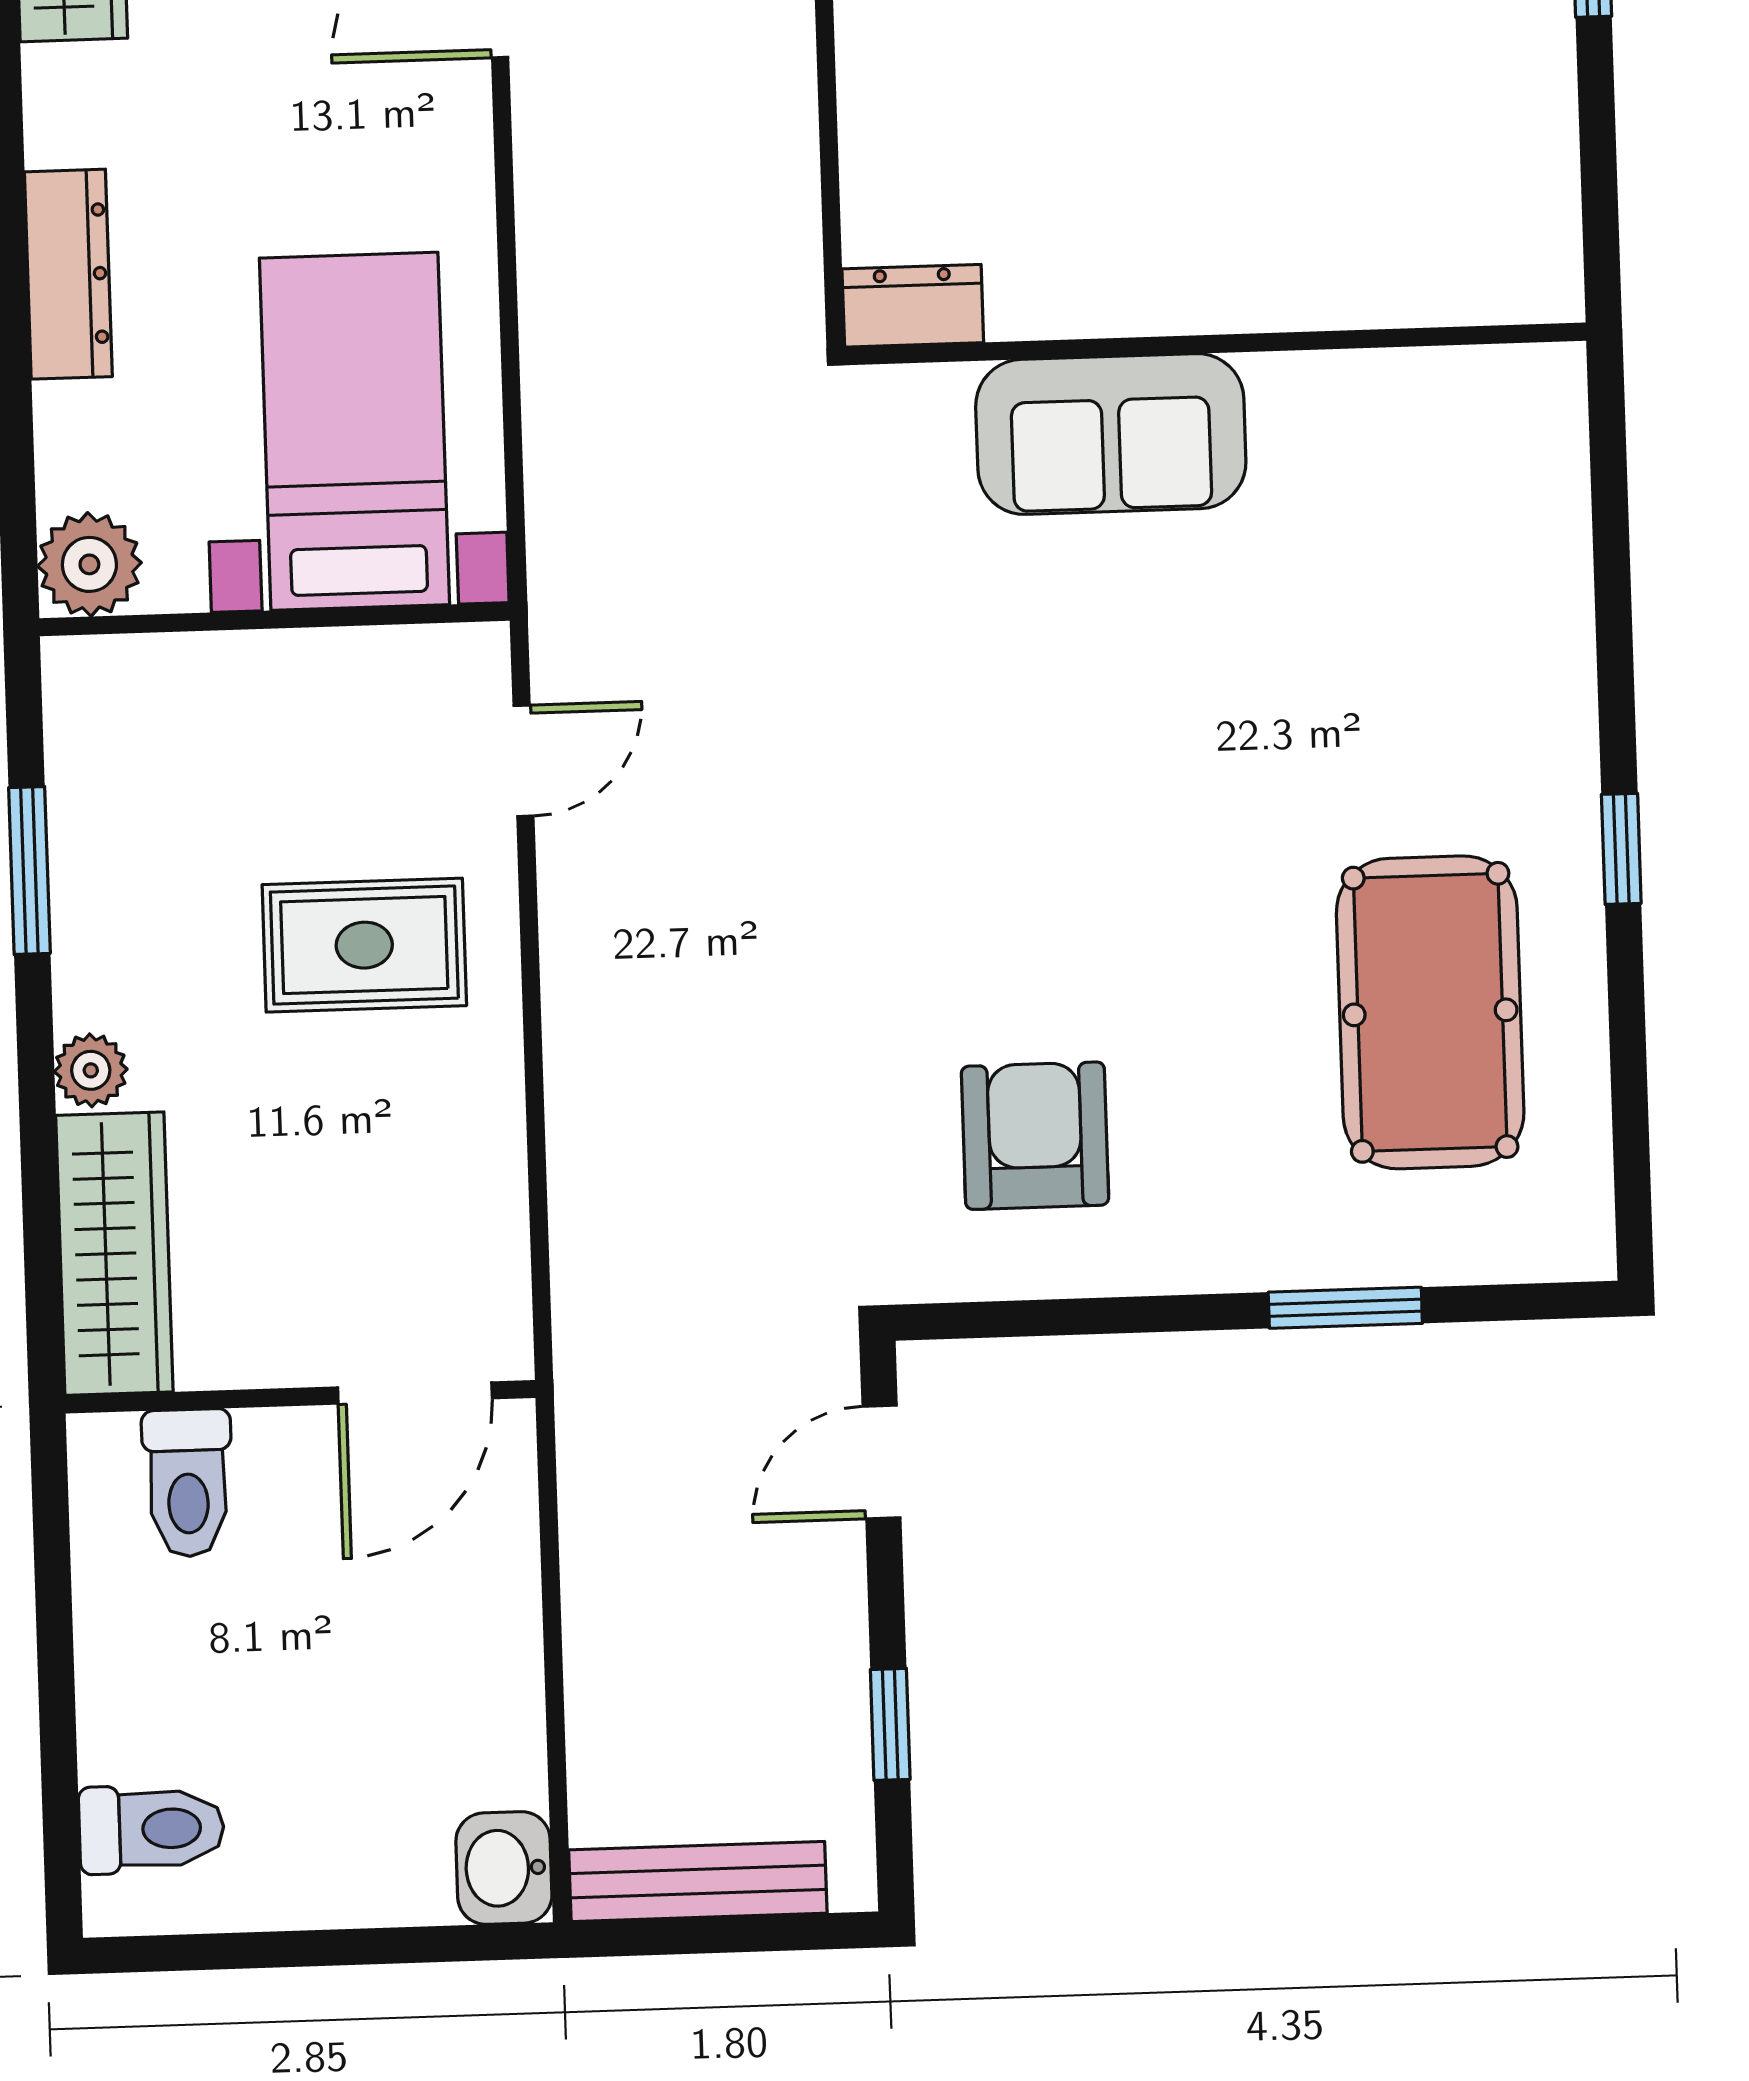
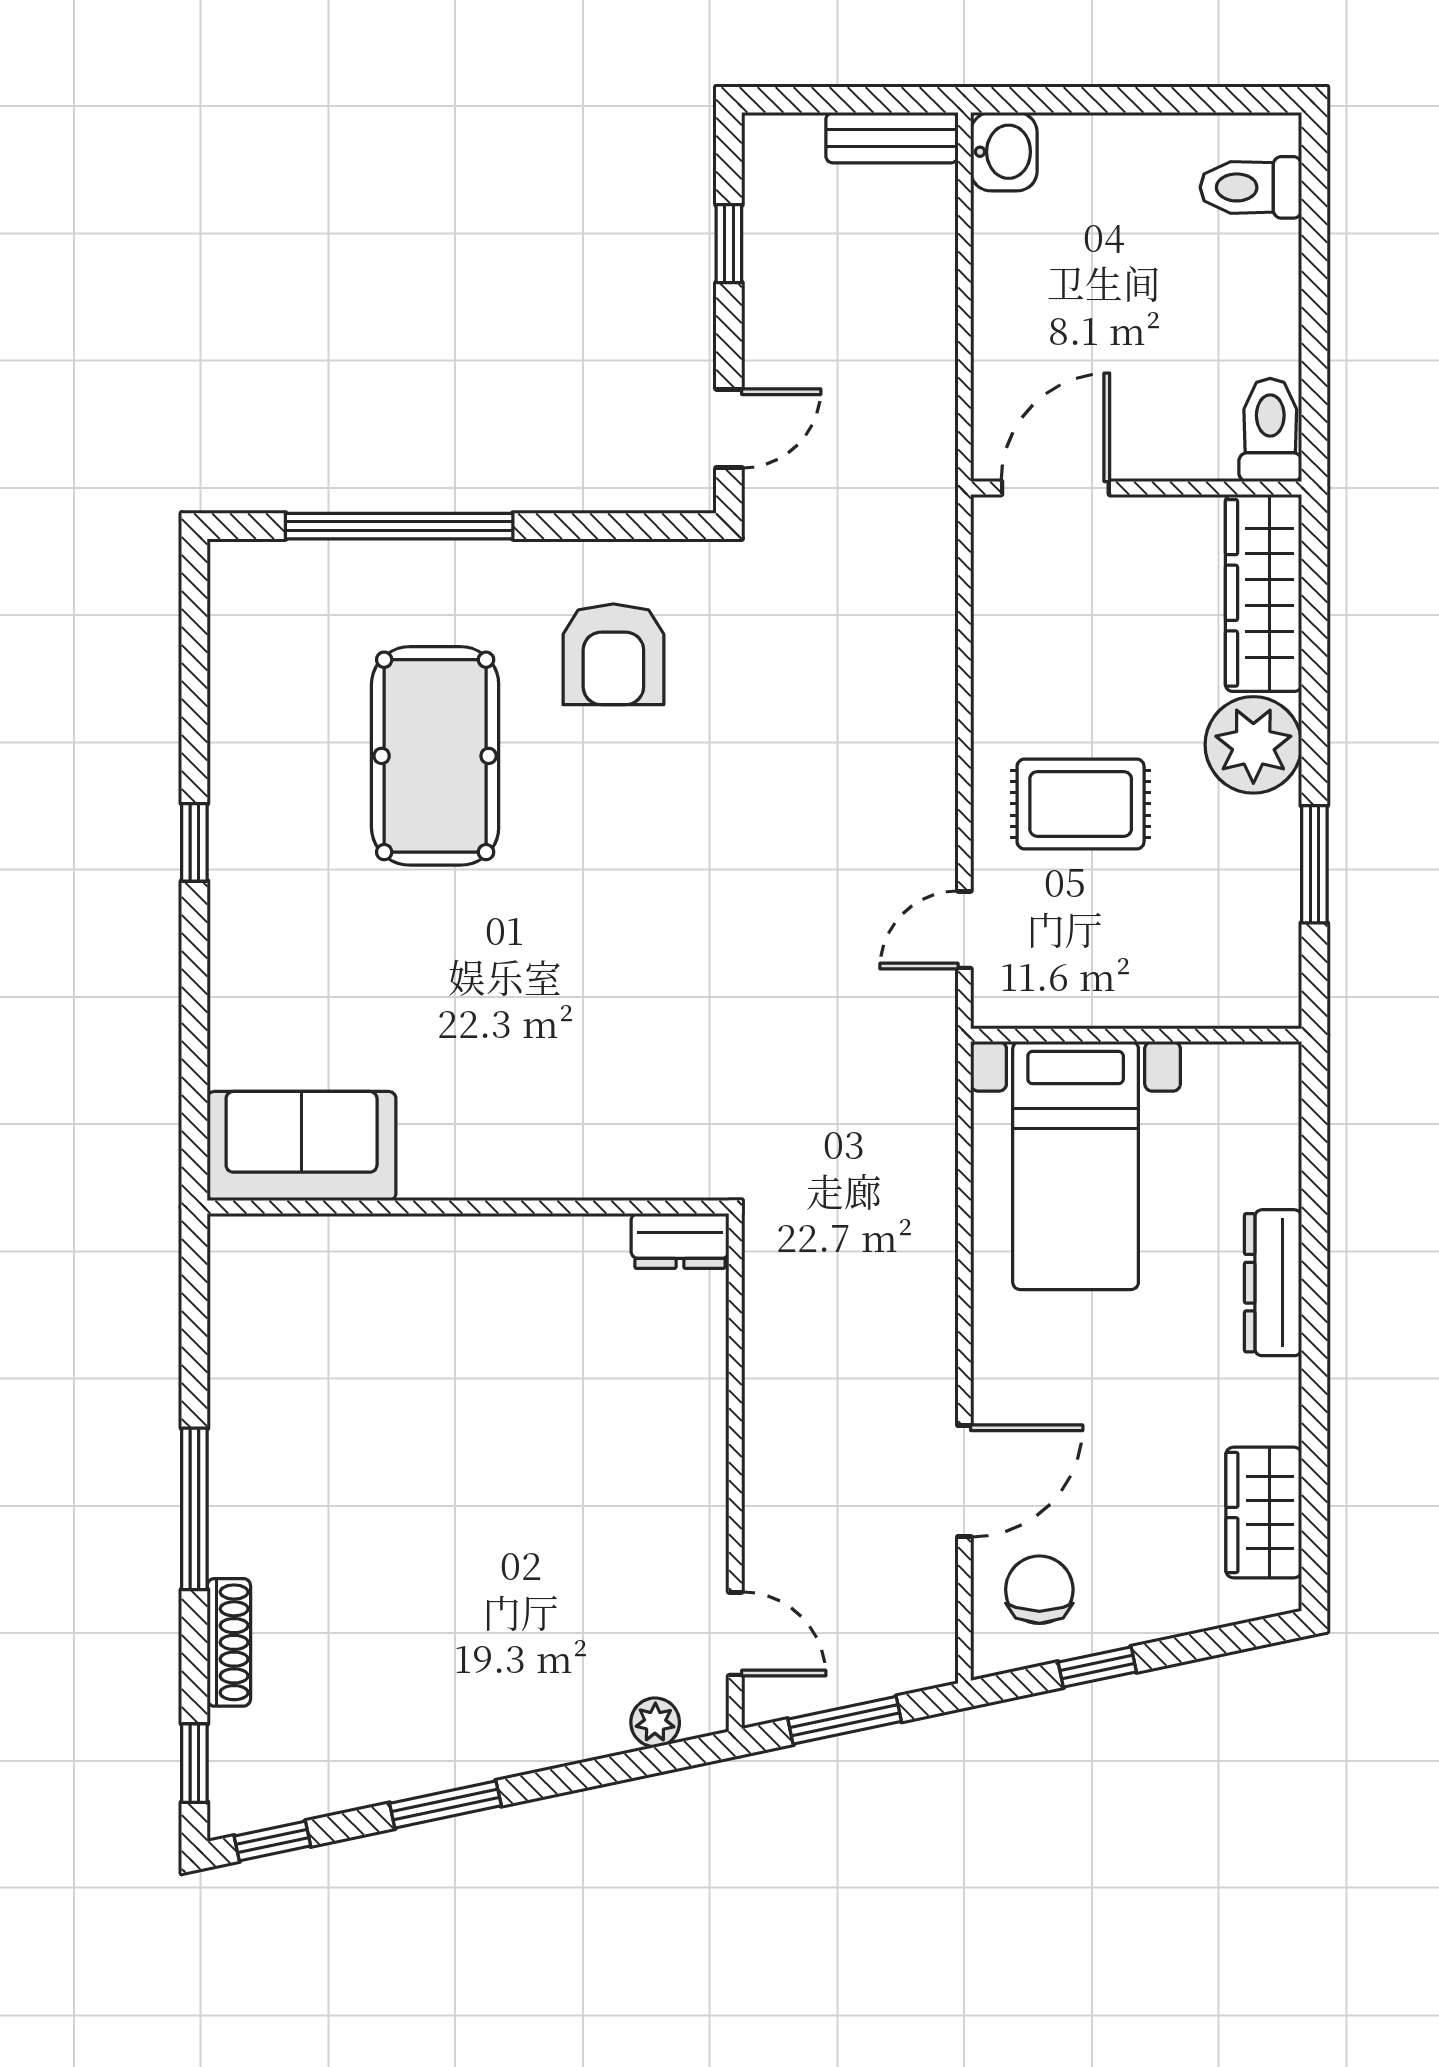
sofa: (1111, 434) -> (302, 1146), moved
plant: (89, 564) -> (1265, 1078), removed
pool table: (1430, 1012) -> (435, 756), moved
plant: (91, 1070) -> (1253, 745), width x1.88, depth x1.88
window: (1345, 1308) -> (399, 526), width x2.11
toilet: (188, 1483) -> (1270, 430), moved
bench: (698, 1881) -> (892, 138), width x0.73

